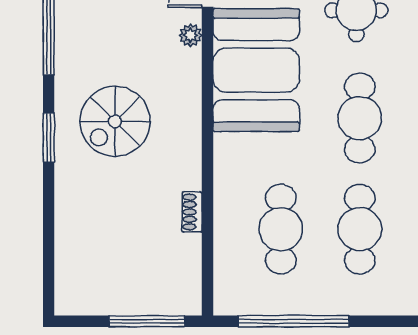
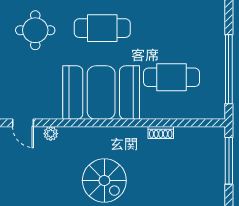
booth: (256, 70) -> (101, 93), moved
cafe table: (360, 229) -> (171, 28), removed

